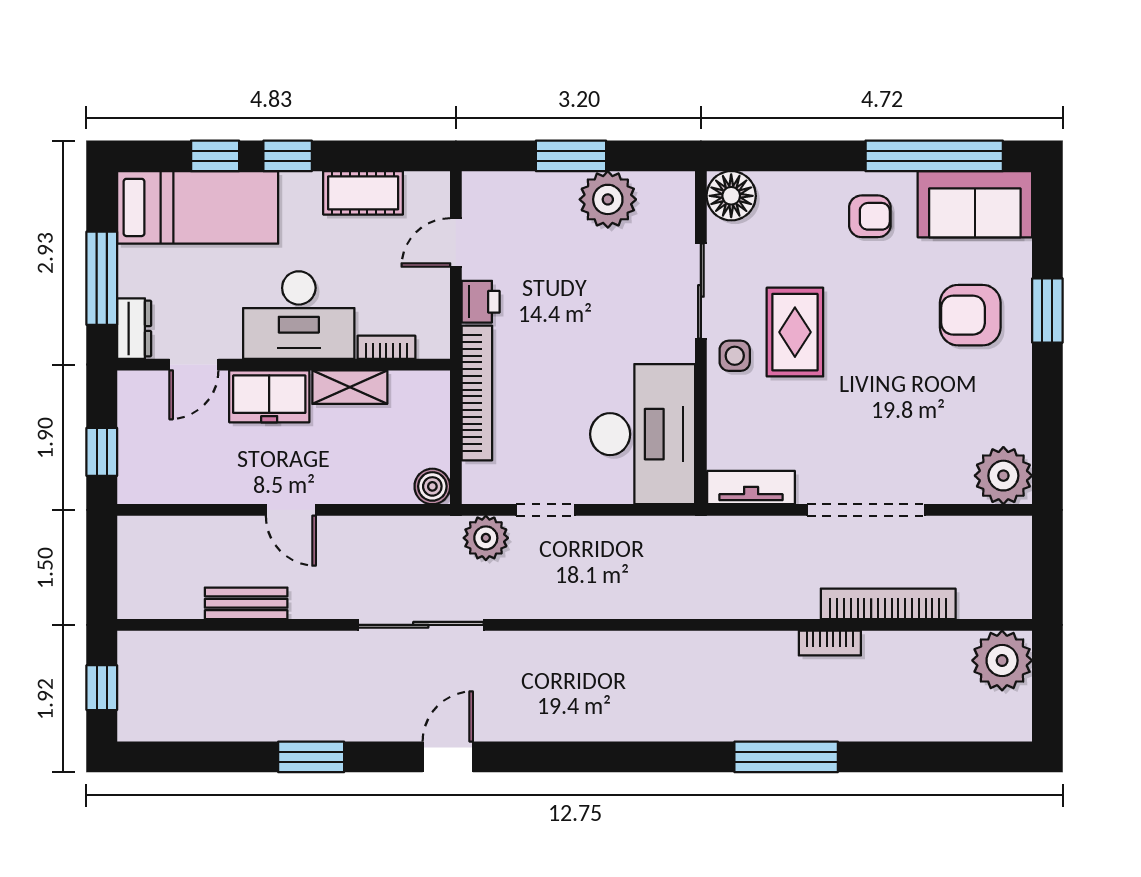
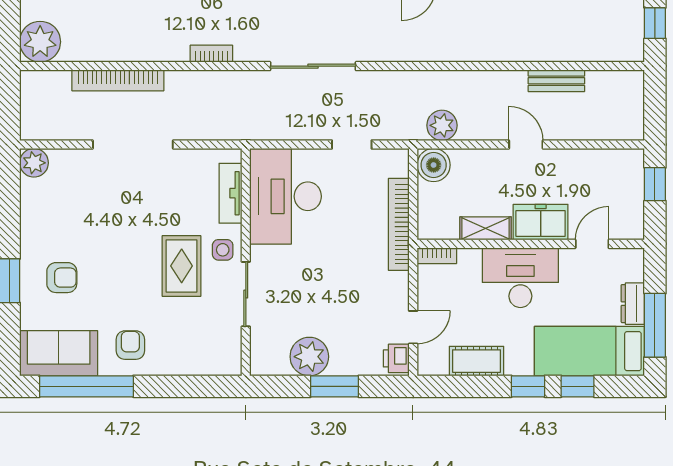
floor lamp: (731, 196) -> (225, 359), removed
armchair: (870, 216) -> (130, 345), turned 90
window: (102, 278) -> (655, 325), moved
printer: (481, 302) -> (396, 358), moved
armchair: (970, 315) -> (62, 278), width x0.72, depth x0.72
dresser: (134, 329) -> (633, 304), moved
bookcase: (386, 347) -> (437, 256), moved
plant: (1003, 476) -> (34, 163), width x0.73, depth x0.73
boiler: (432, 486) -> (434, 165), width x1.36, depth x1.36
tv unit: (751, 488) -> (230, 193), moved, turned 90
plant: (486, 538) -> (442, 125), moved
sliding door: (421, 625) -> (313, 66), moved
bookcase: (830, 643) -> (211, 54), moved

